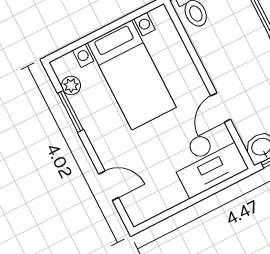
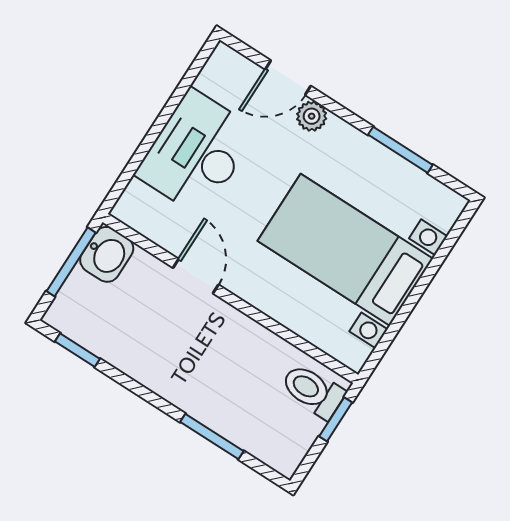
plant: (71, 85) -> (312, 116), moved
desk: (207, 161) -> (196, 153), moved

